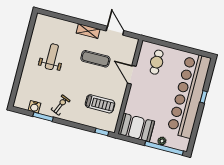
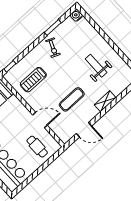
shelving: (88, 31) -> (105, 101), moved
weight bench: (52, 57) -> (96, 66), turned 180
water cooler: (34, 107) -> (76, 15), moved

